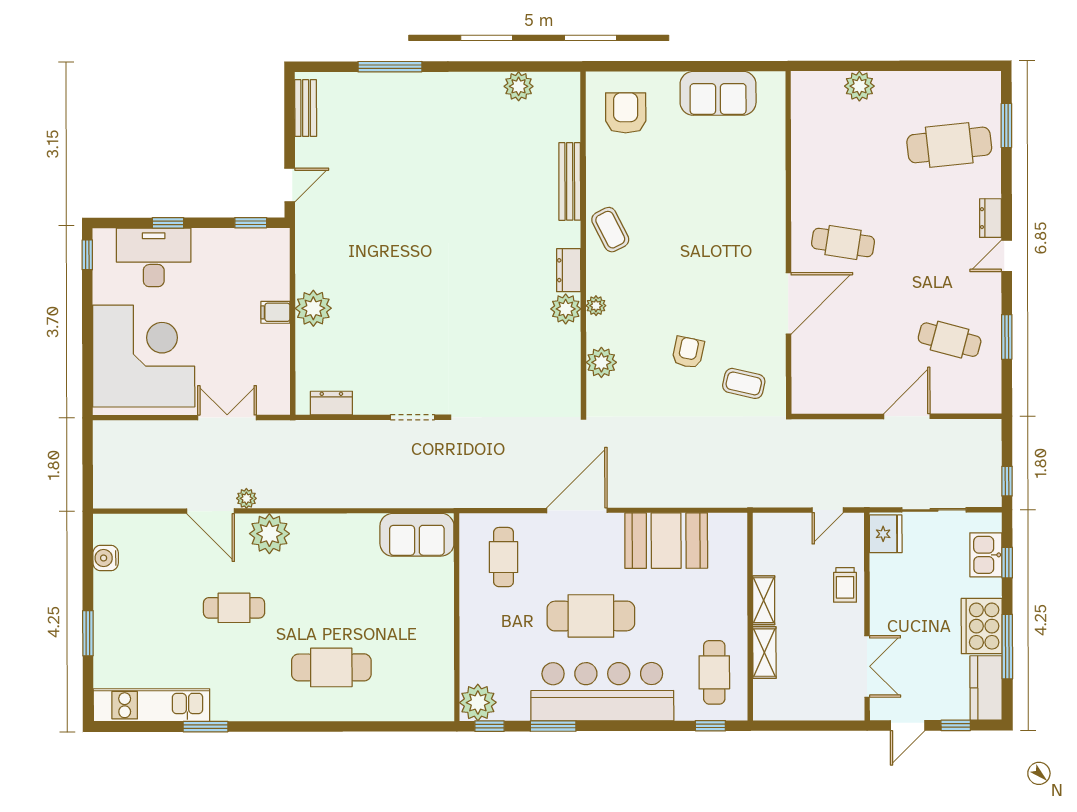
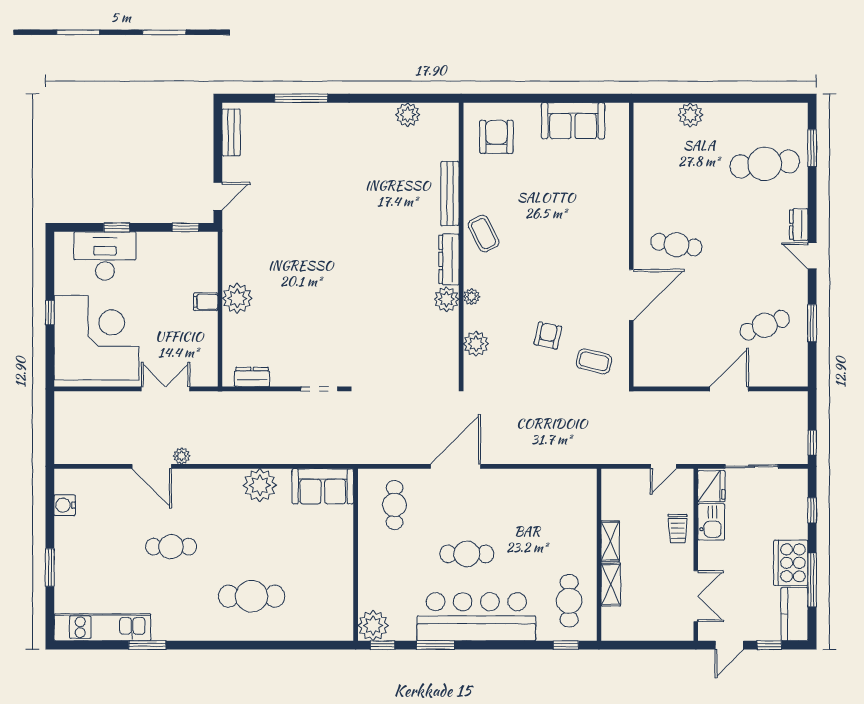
window: (87, 255) -> (50, 313), moved
door: (1007, 256) -> (812, 256), hinge flipped
dresser: (569, 270) -> (449, 259), width x1.44
cafe table: (950, 340) -> (765, 325), turned -36
plant: (269, 534) -> (260, 485), moved
booth: (666, 541) -> (529, 492), removed
kitchen sink: (986, 555) -> (711, 522), moved, turned 180
cafe table: (591, 616) -> (467, 554), width x0.73, depth x0.74

